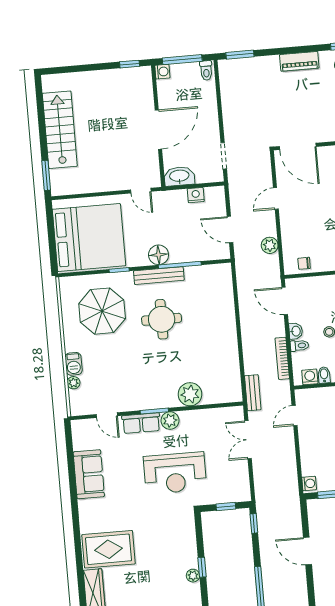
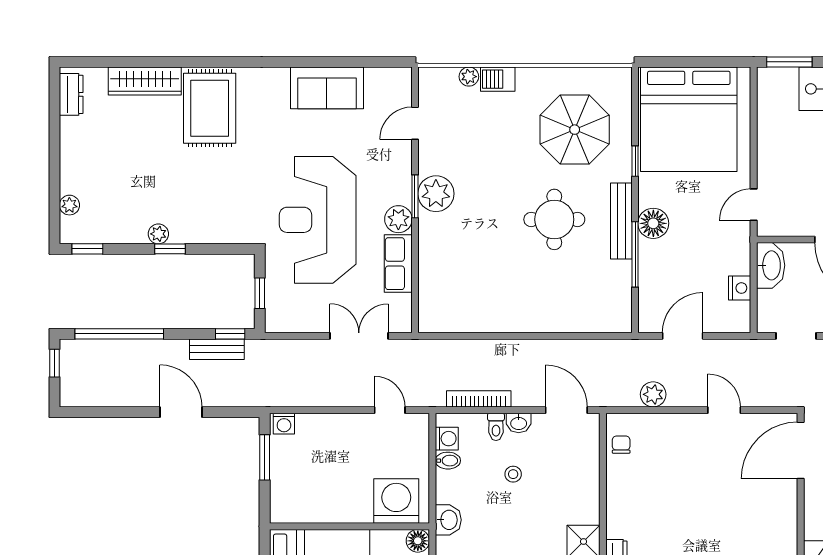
door: (285, 301) -> (566, 410), hinge flipped
bench: (253, 393) -> (217, 349), moved
plant: (190, 394) -> (436, 194), moved
row of seats: (141, 423) -> (398, 264), moved
reception desk: (175, 473) -> (318, 220), width x1.36, depth x1.30
door: (307, 551) -> (181, 412), hinge flipped

